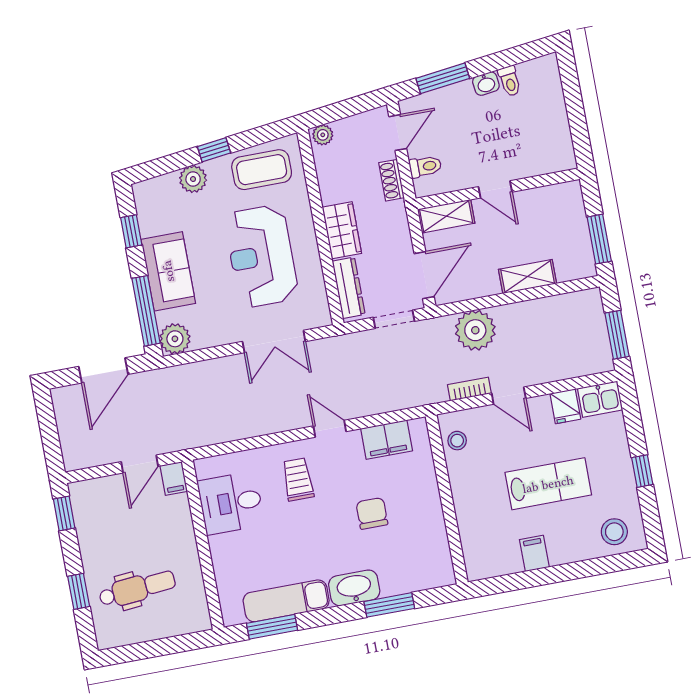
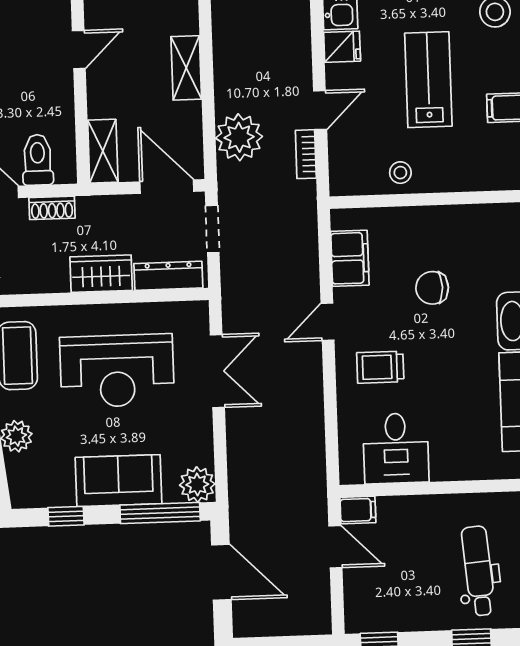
toilet: (425, 167) -> (38, 160), width x1.37, depth x1.39
door: (495, 189) -> (79, 50), moved
stool: (457, 441) -> (400, 173), moved

